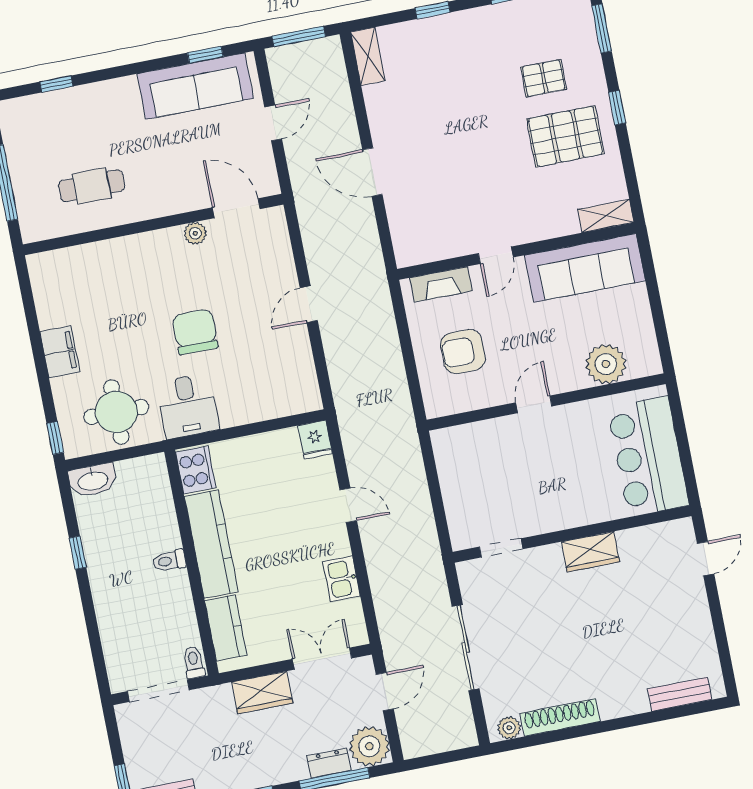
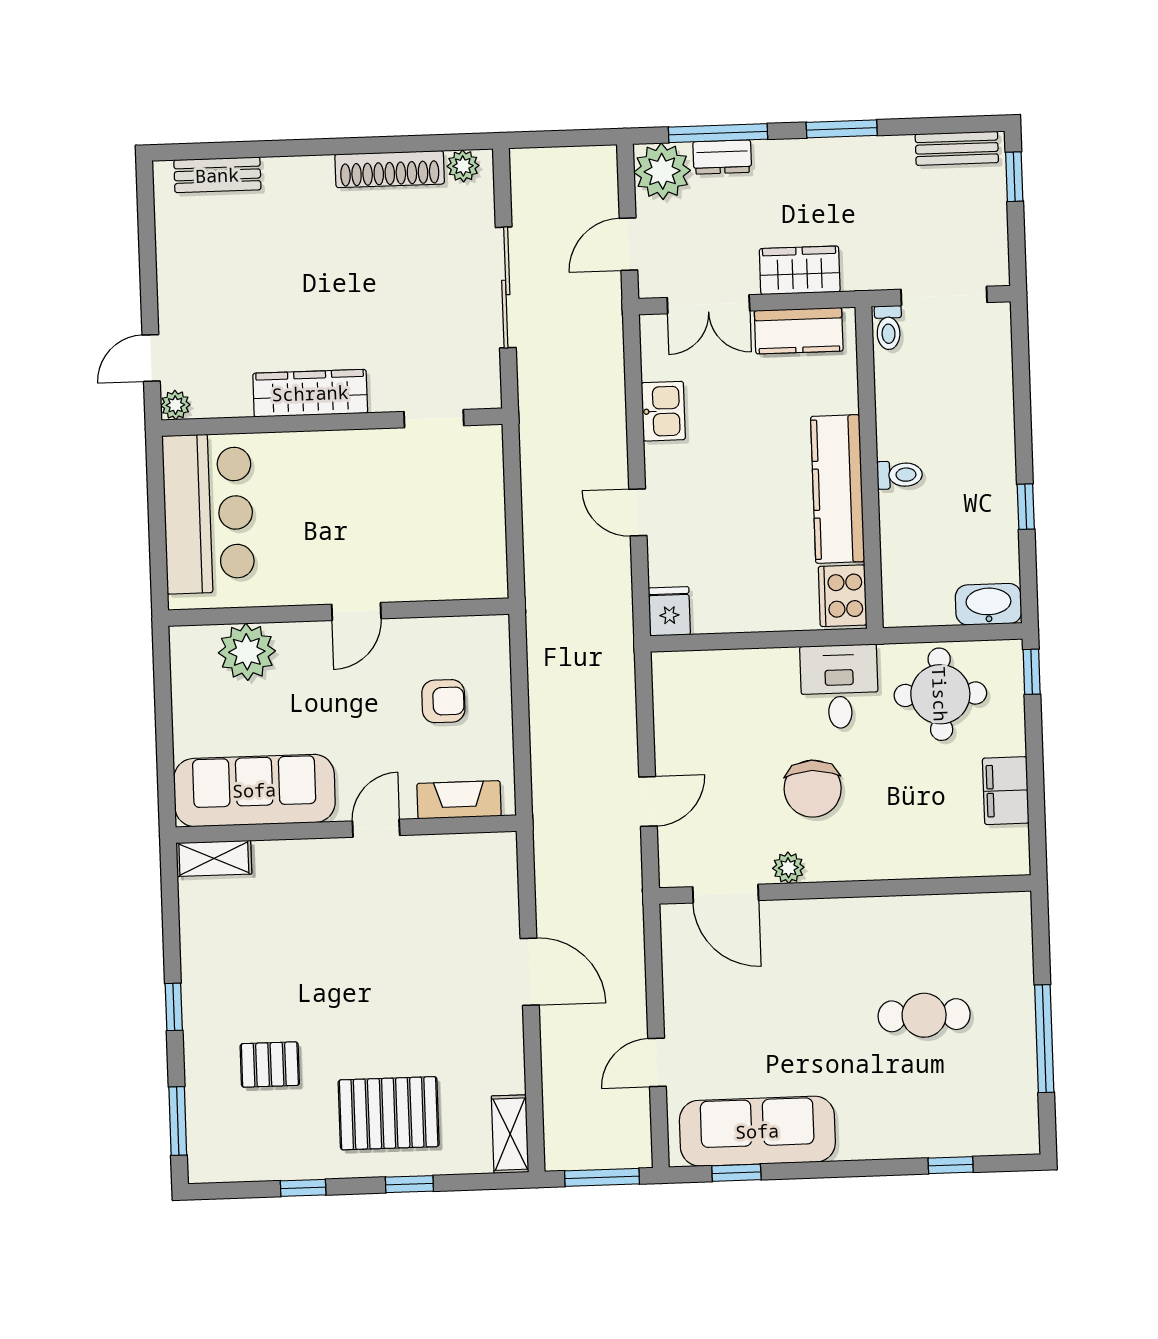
pallet: (565, 136) -> (389, 1113), moved
door: (236, 208) -> (726, 894), moved
wall: (153, 224) -> (845, 889), moved
plant: (195, 233) -> (788, 868), moved
armchair: (463, 352) -> (443, 701), width x0.72, depth x0.72
plant: (683, 528) -> (175, 405), added
wardrobe: (590, 552) -> (310, 393), width x1.50
kitchen counter: (226, 628) -> (799, 331), moved, turned -90

